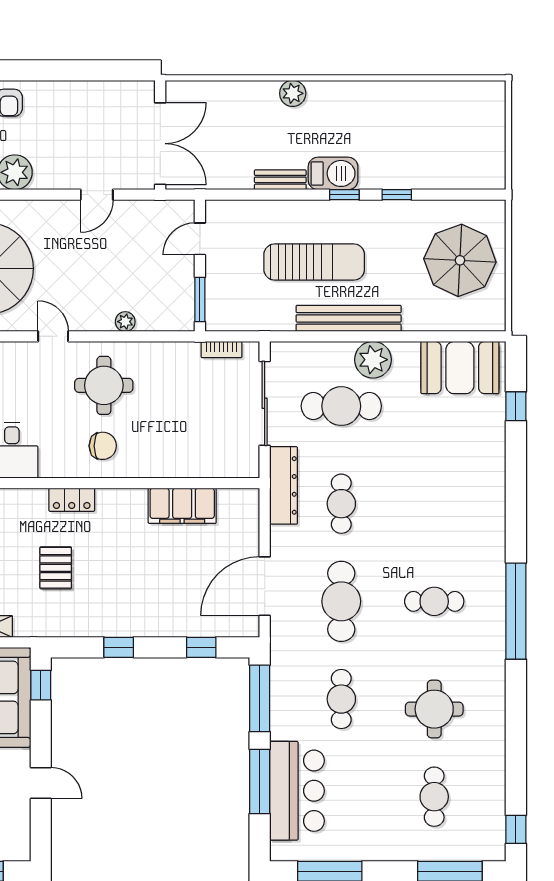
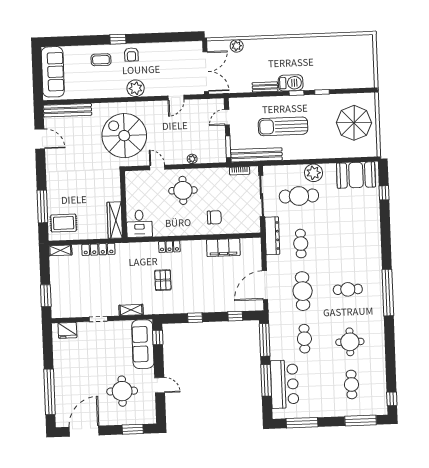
plant: (293, 93) -> (237, 46), moved
sun lounger: (314, 262) -> (283, 126), turned 180
bench: (349, 318) -> (256, 155), moved
chair: (103, 446) -> (214, 217), moved

